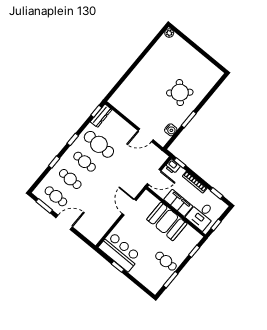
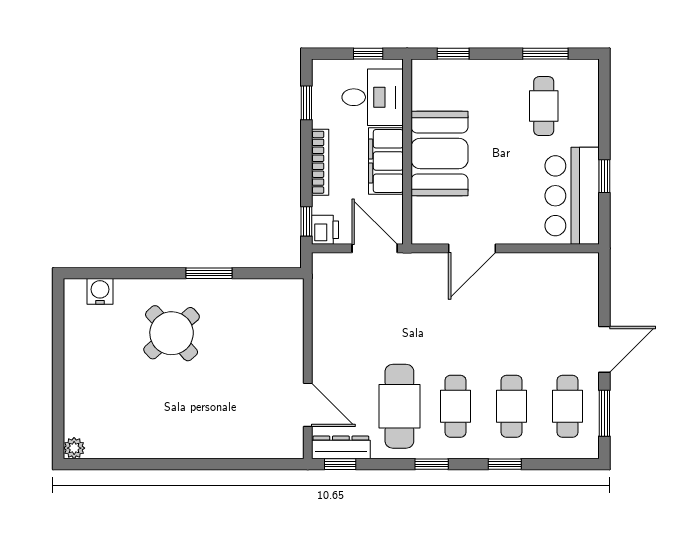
water cooler: (171, 130) -> (100, 291), moved
door: (146, 135) -> (308, 405), moved
door: (64, 222) -> (604, 349), swing flipped
cafe table: (166, 261) -> (544, 106), moved

